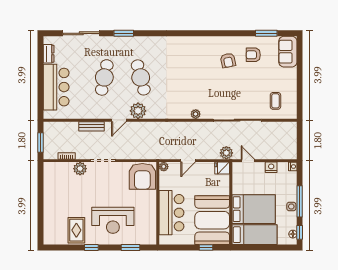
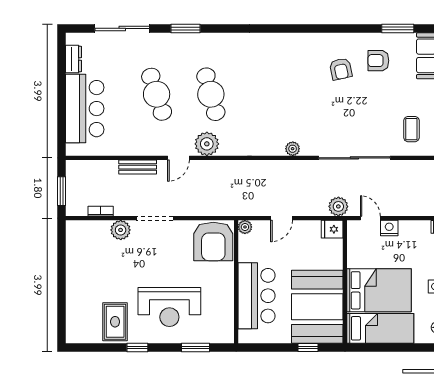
cafe table: (104, 77) -> (157, 94), turned -30
nightstand: (271, 167) -> (389, 228), moved

